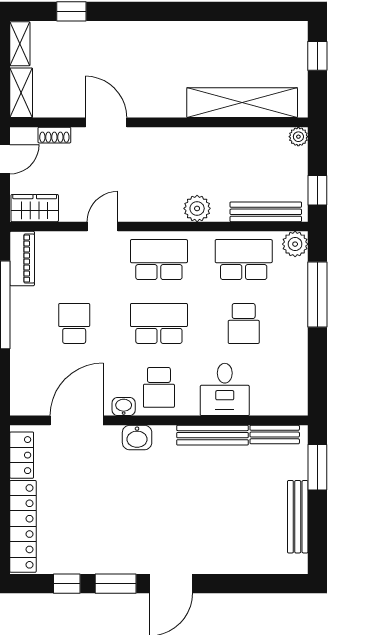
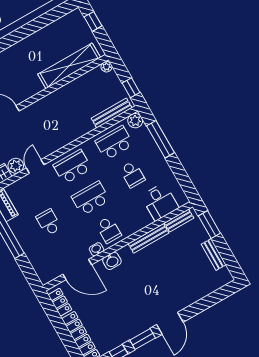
plant: (197, 208) -> (16, 166), moved
desk: (225, 389) -> (160, 202), moved
door: (77, 420) -> (77, 269), swing flipped
bench: (298, 517) -> (214, 255), width x0.73

